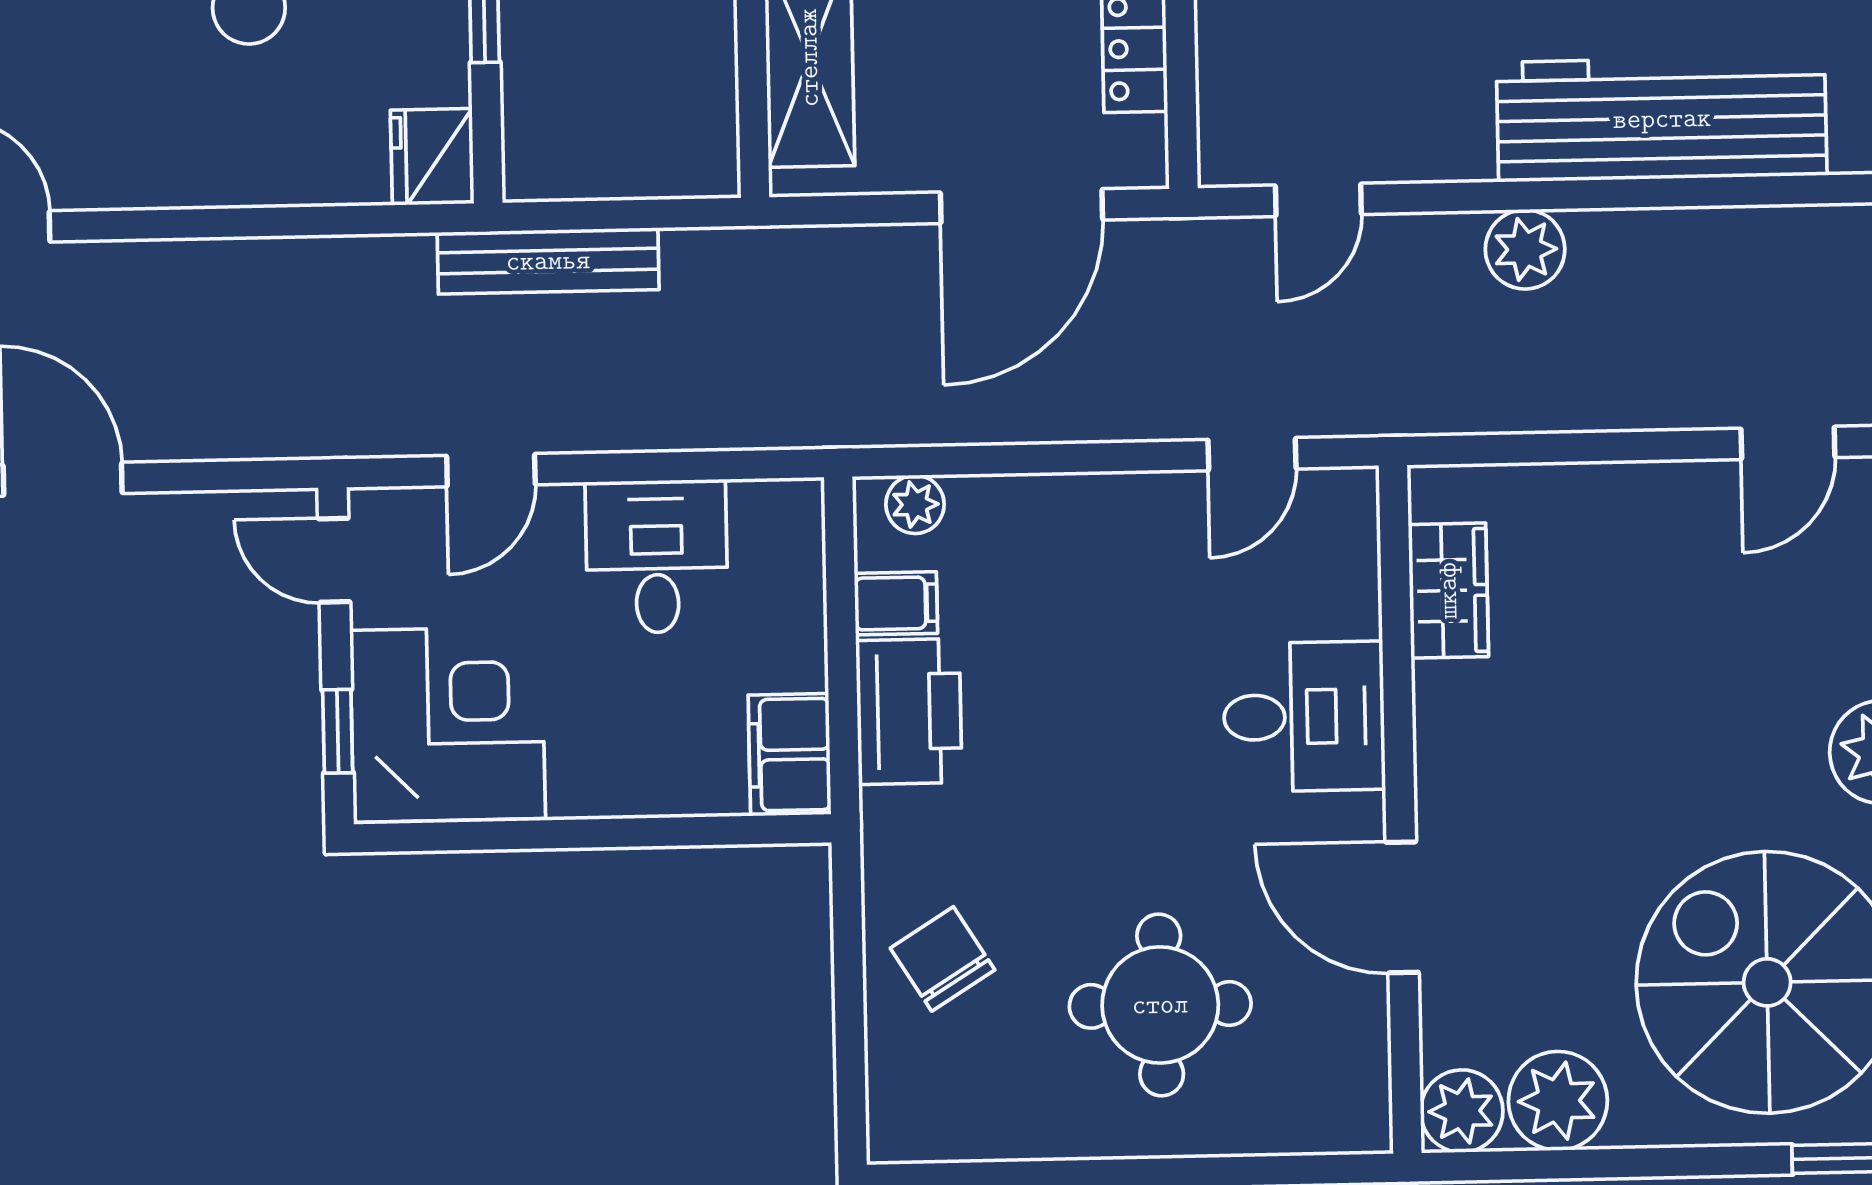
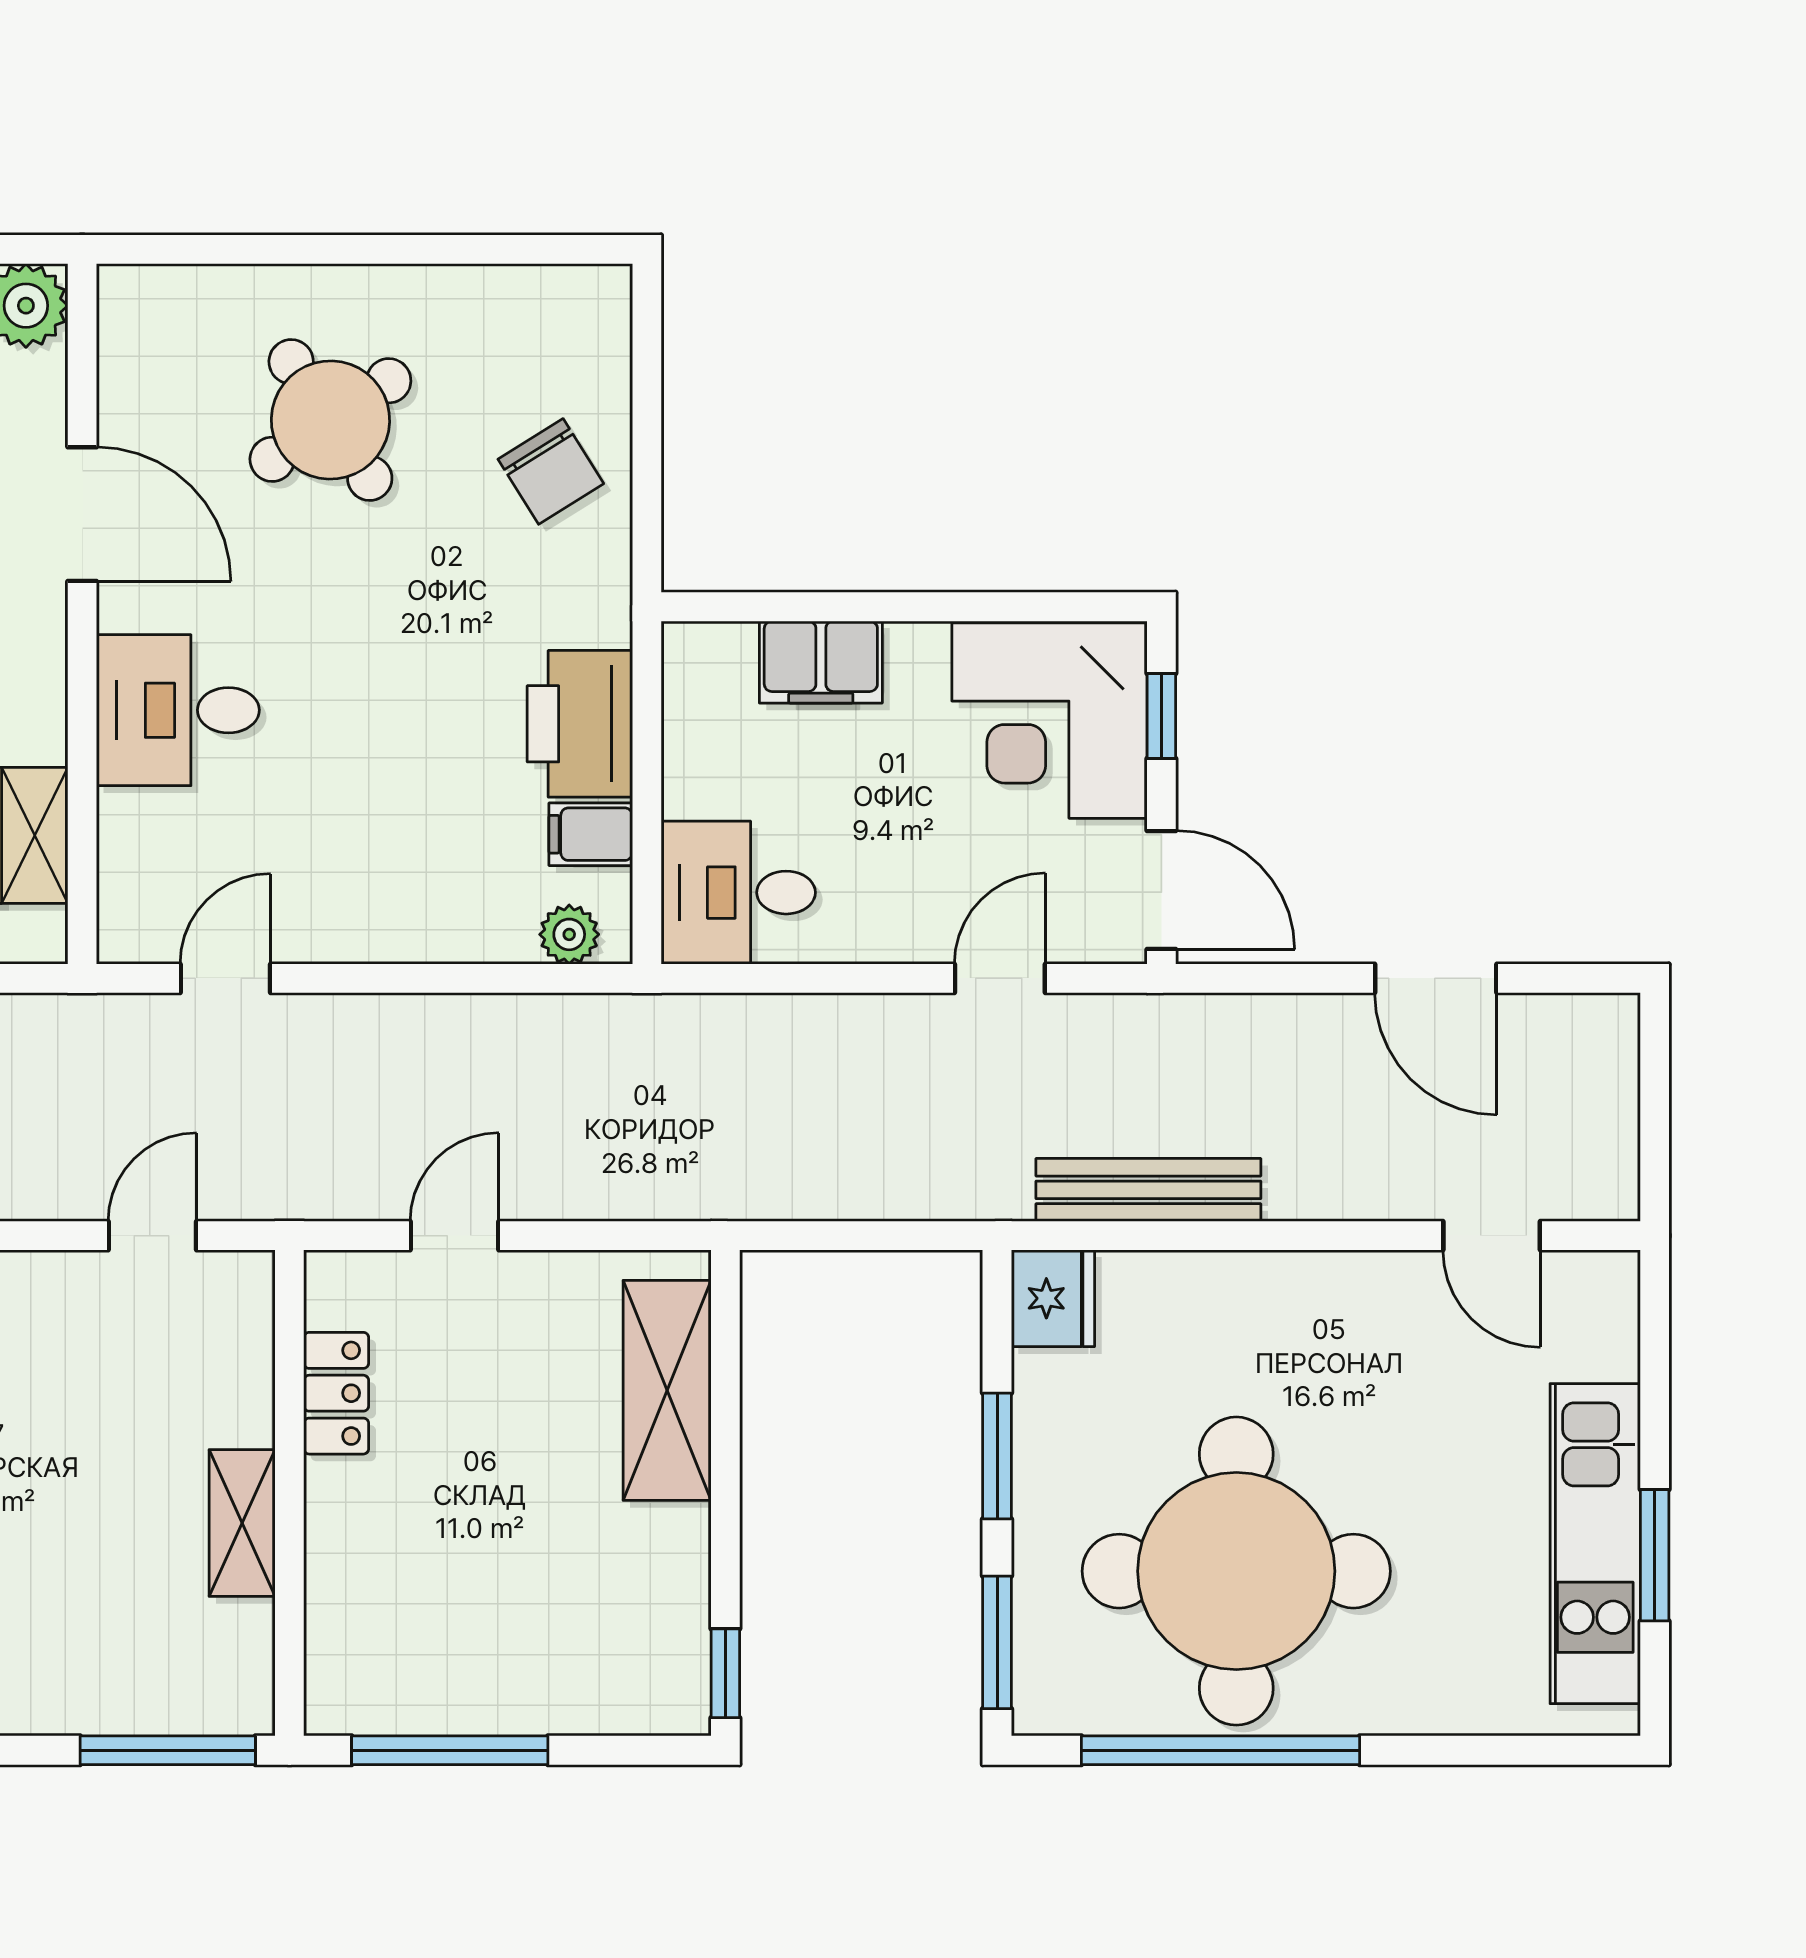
door: (1022, 206) -> (454, 1236), width x0.53
bench: (548, 261) -> (1148, 1190), moved
desk: (657, 557) -> (738, 893), moved, turned 90
door: (334, 560) -> (1161, 890), width x1.37
filing cabinet: (790, 755) -> (821, 662), moved, turned 90
round table: (1160, 1005) -> (330, 420), turned -34

